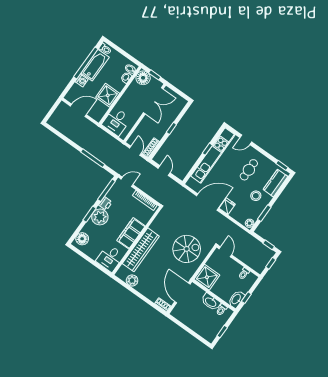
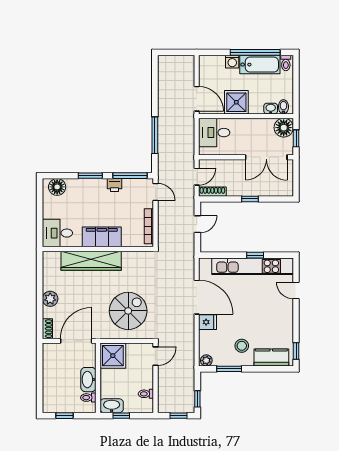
door: (78, 110) -> (197, 99), moved
cafe table: (249, 170) -> (265, 318), removed
plant: (100, 217) -> (95, 189), removed
spiral stairs: (187, 249) -> (128, 311), turned -90
plant: (132, 281) -> (50, 299), moved

